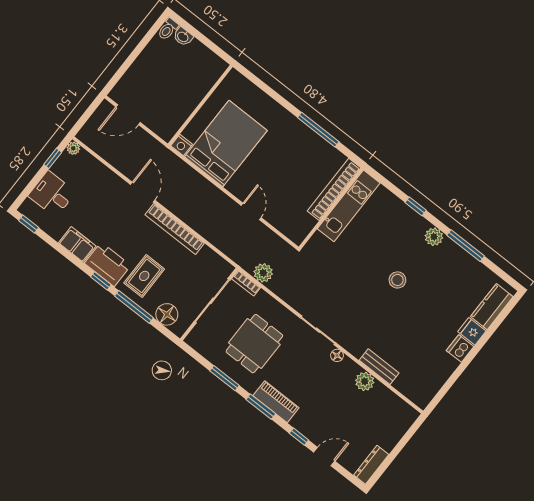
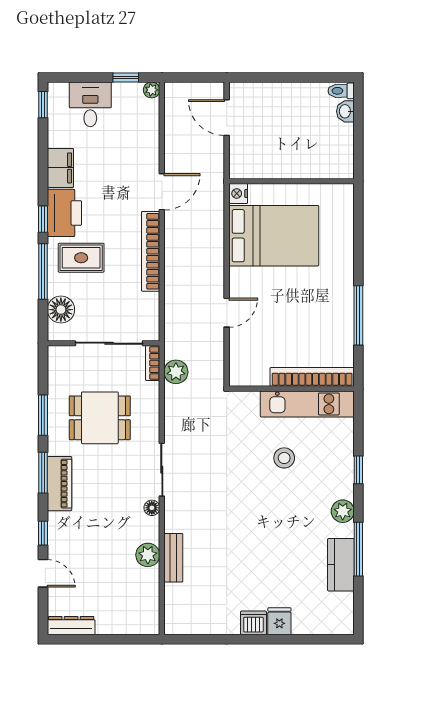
stool: (397, 280) -> (284, 458), moved
kitchen counter: (492, 307) -> (341, 565), moved, turned -90

